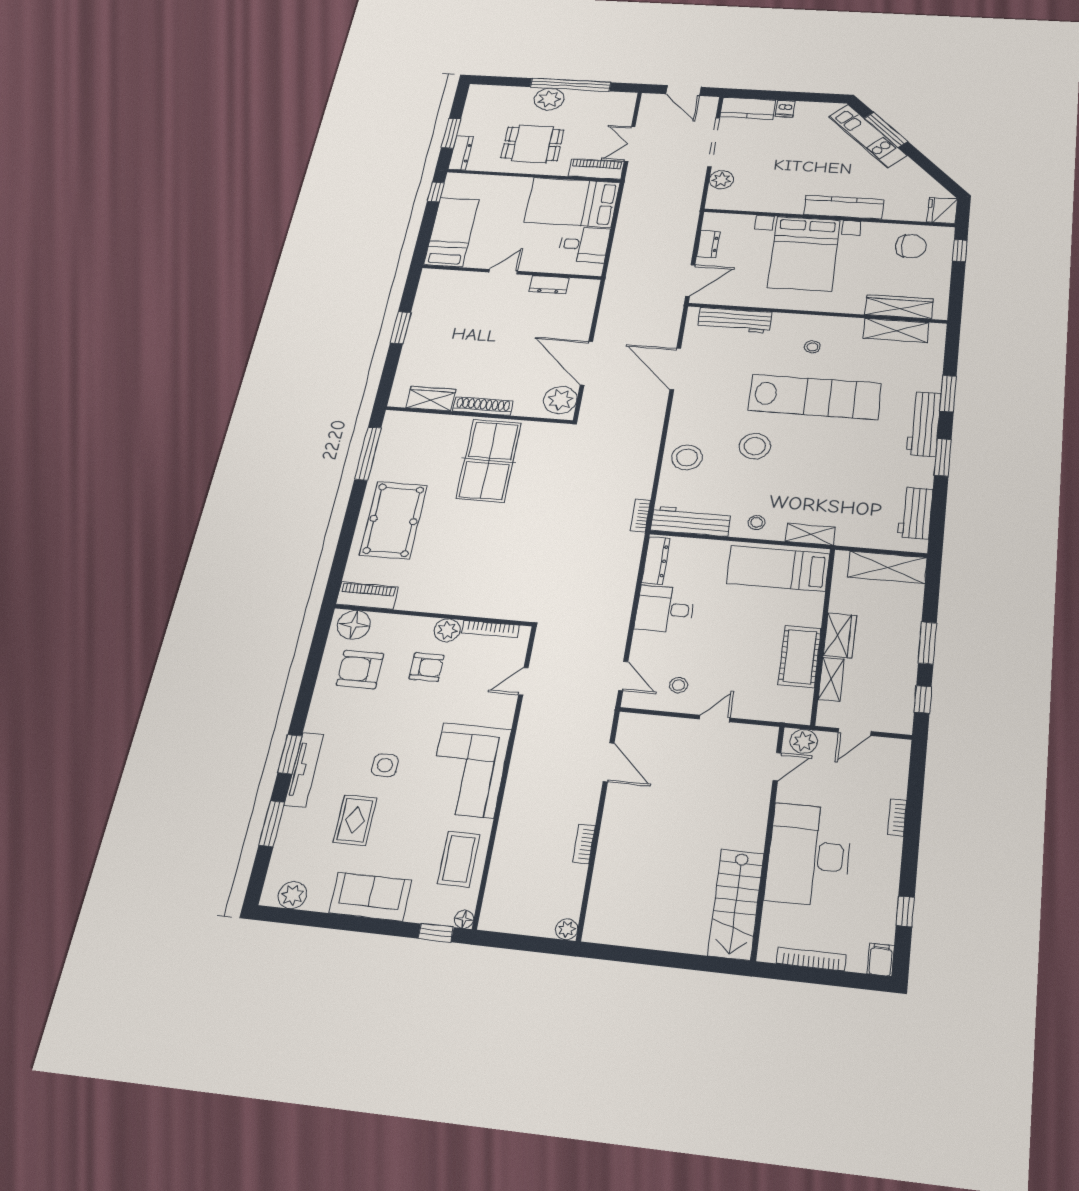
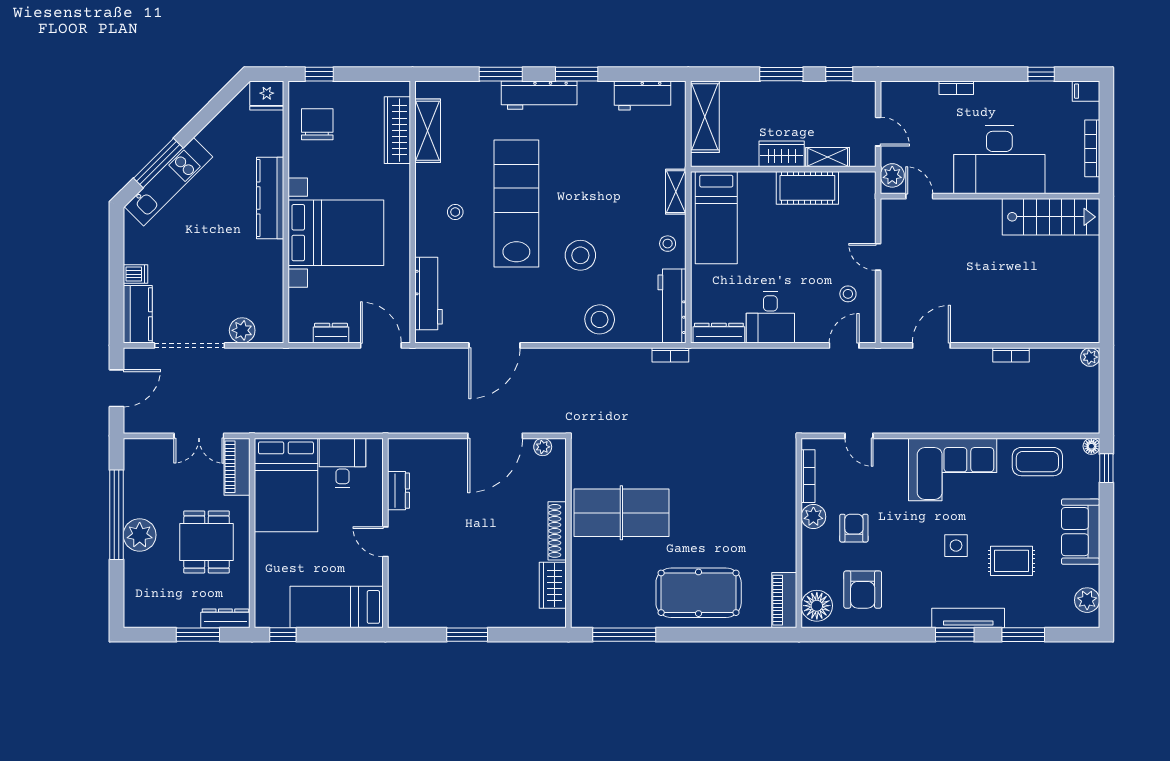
plant: (560, 400) -> (543, 447), width x0.53, depth x0.53

